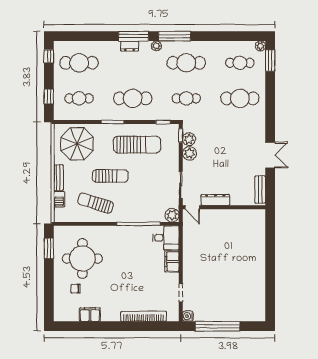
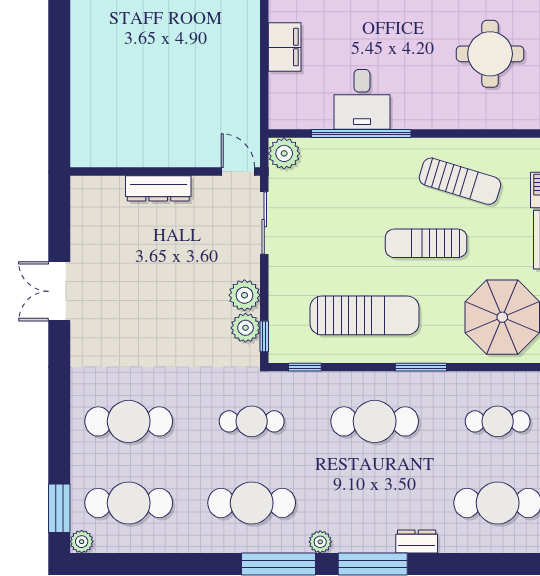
dresser: (130, 46) -> (417, 542), moved
cafe table: (240, 63) -> (129, 503), width x1.37, depth x1.35
sun lounger: (137, 145) -> (364, 315), turned 180
bench: (260, 190) -> (82, 212), removed
dresser: (215, 200) -> (158, 188), moved
desk: (166, 238) -> (362, 99), moved, turned -90
round table: (82, 259) -> (490, 54), width x0.73, depth x0.73

